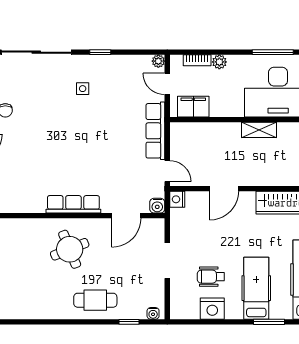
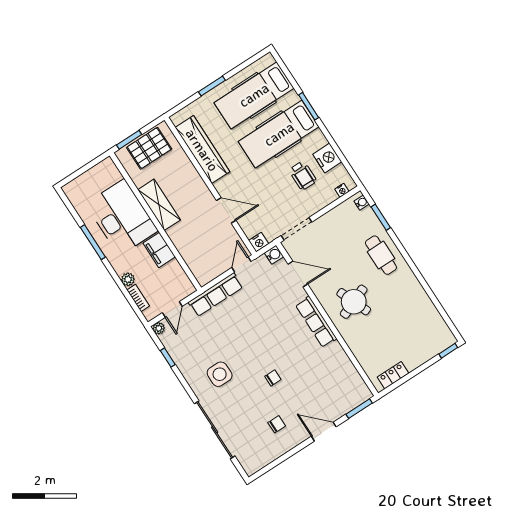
window: (100, 52) -> (168, 358), moved
side table: (83, 89) -> (220, 374), width x1.87, depth x1.87
filing cabinet: (193, 107) -> (159, 250), moved
shelving: (259, 130) -> (159, 205), width x1.50, depth x1.33
chair: (49, 134) -> (273, 378), added
doorway: (167, 261) -> (297, 229), moved
hospital bed: (256, 288) -> (279, 134), width x1.37, depth x1.29
nightstand: (175, 303) -> (342, 190), added
window: (129, 322) -> (381, 217), width x1.50

